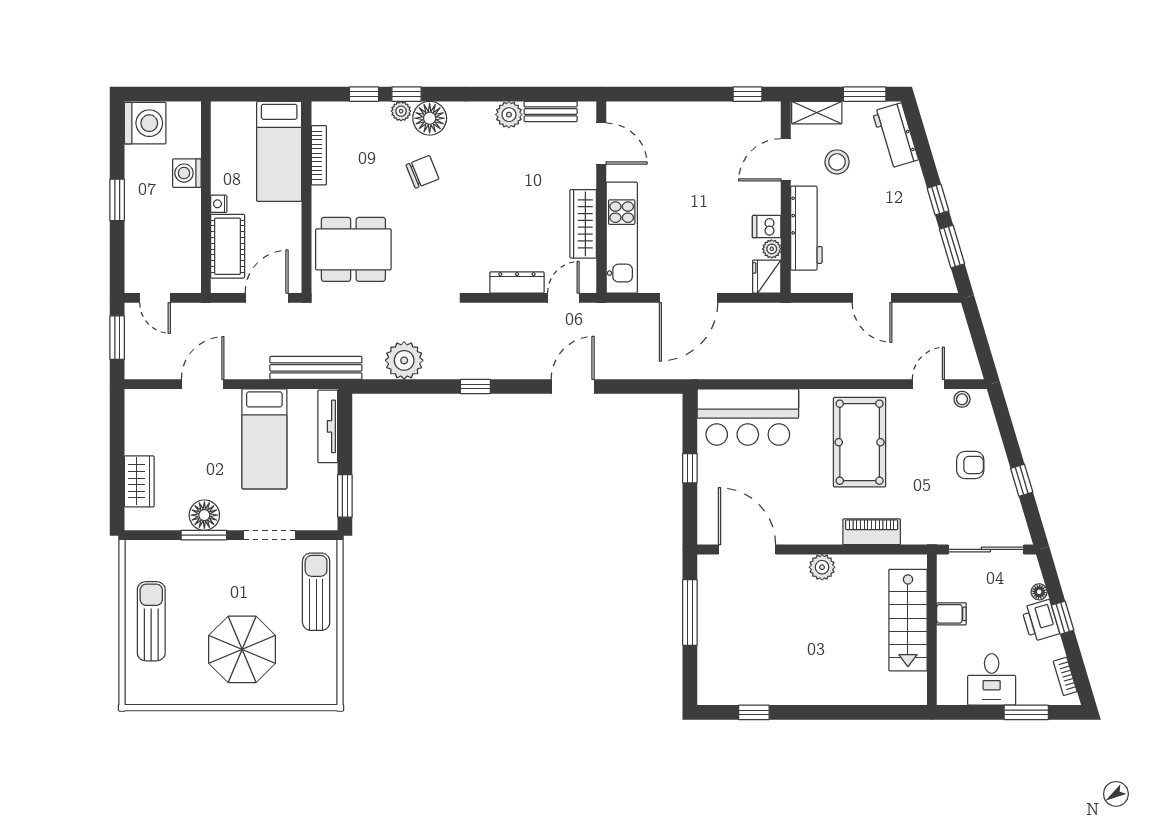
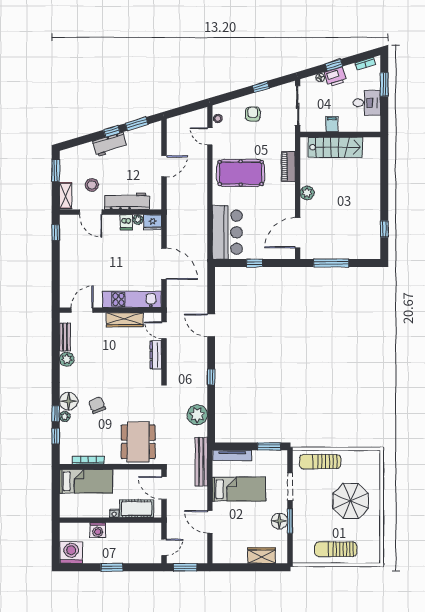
workbench: (895, 136) -> (110, 144), moved

